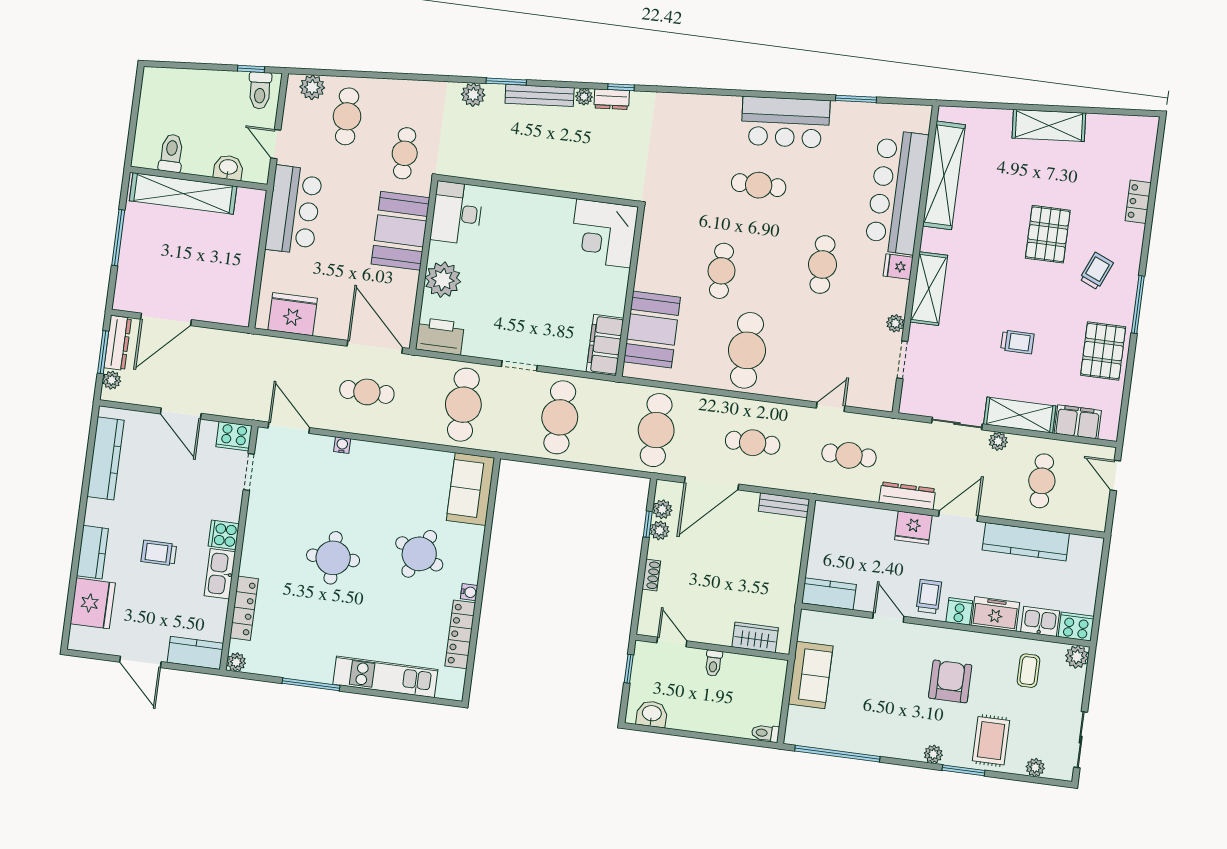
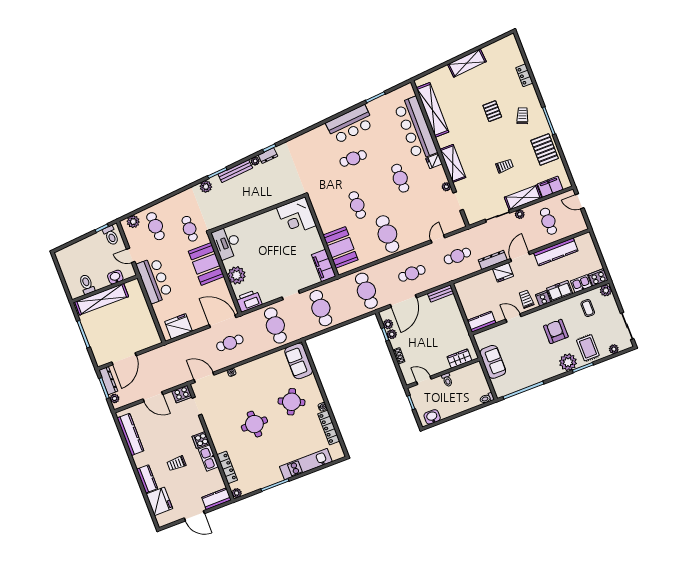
pallet: (1048, 234) -> (492, 111), width x0.67, depth x0.71
plant: (933, 754) -> (568, 362), width x1.87, depth x1.87

